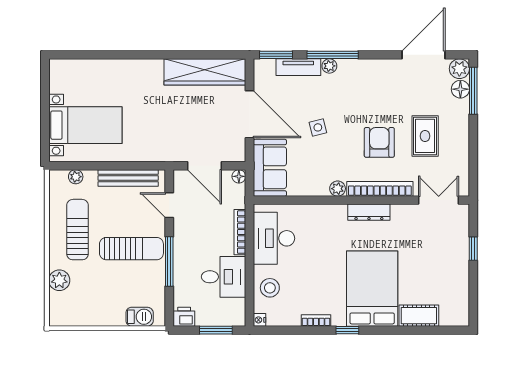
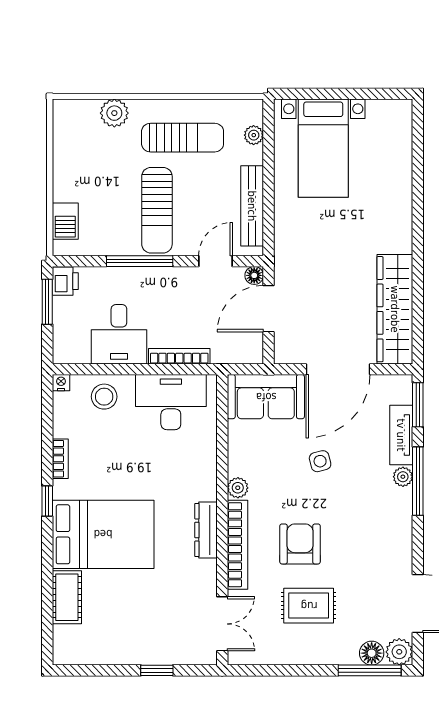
armchair: (379, 142) -> (300, 544), turned -90
floor lamp: (239, 176) -> (254, 275), moved
window: (216, 330) -> (47, 302), moved

